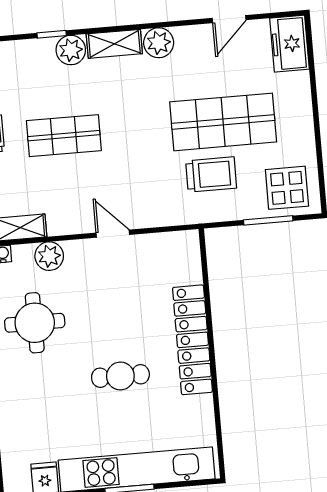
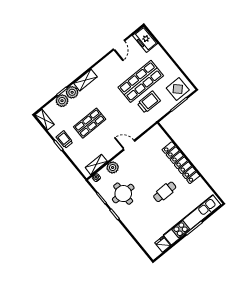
plant: (159, 43) -> (62, 101), moved

